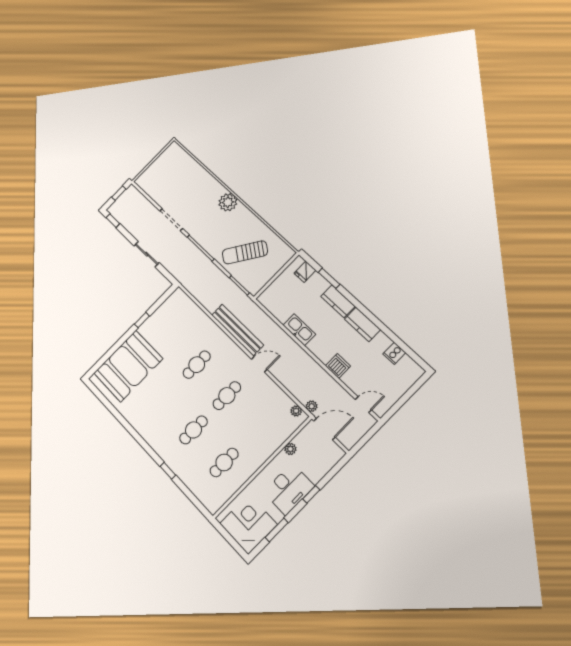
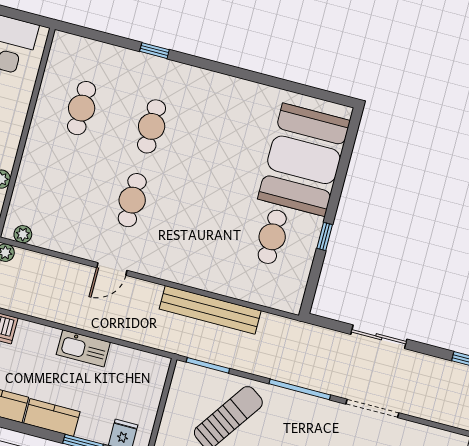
bench: (238, 330) -> (210, 310), moved
cafe table: (197, 365) -> (272, 237), moved

